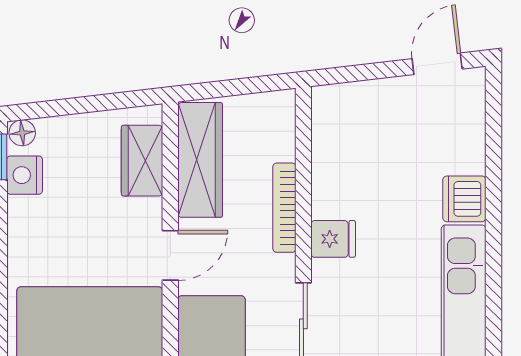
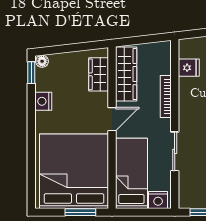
nightstand: (25, 175) -> (43, 101), moved
fridge: (333, 239) -> (189, 68), moved

